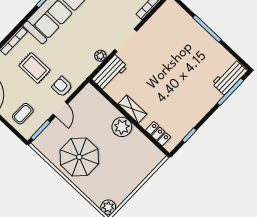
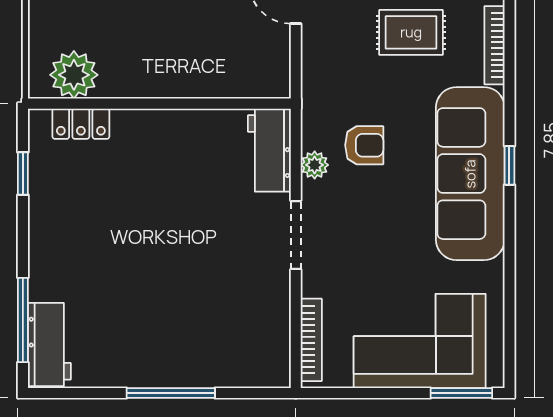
armchair: (62, 87) -> (364, 145), moved
shelving: (132, 109) -> (168, 124), removed
plant: (122, 127) -> (74, 75), moved

